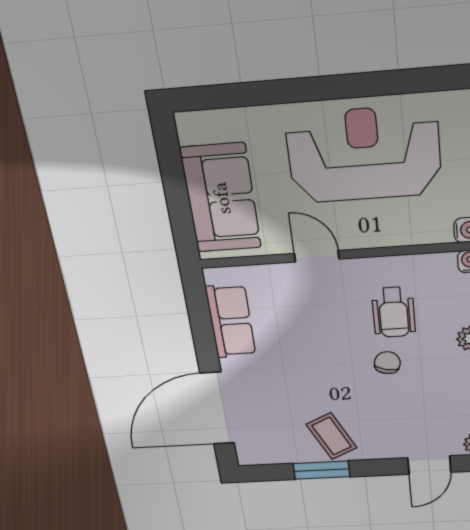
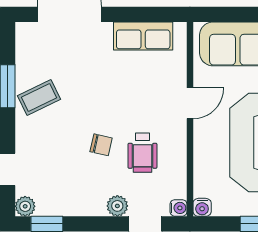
wheelchair: (394, 312) -> (142, 153), turned -90

